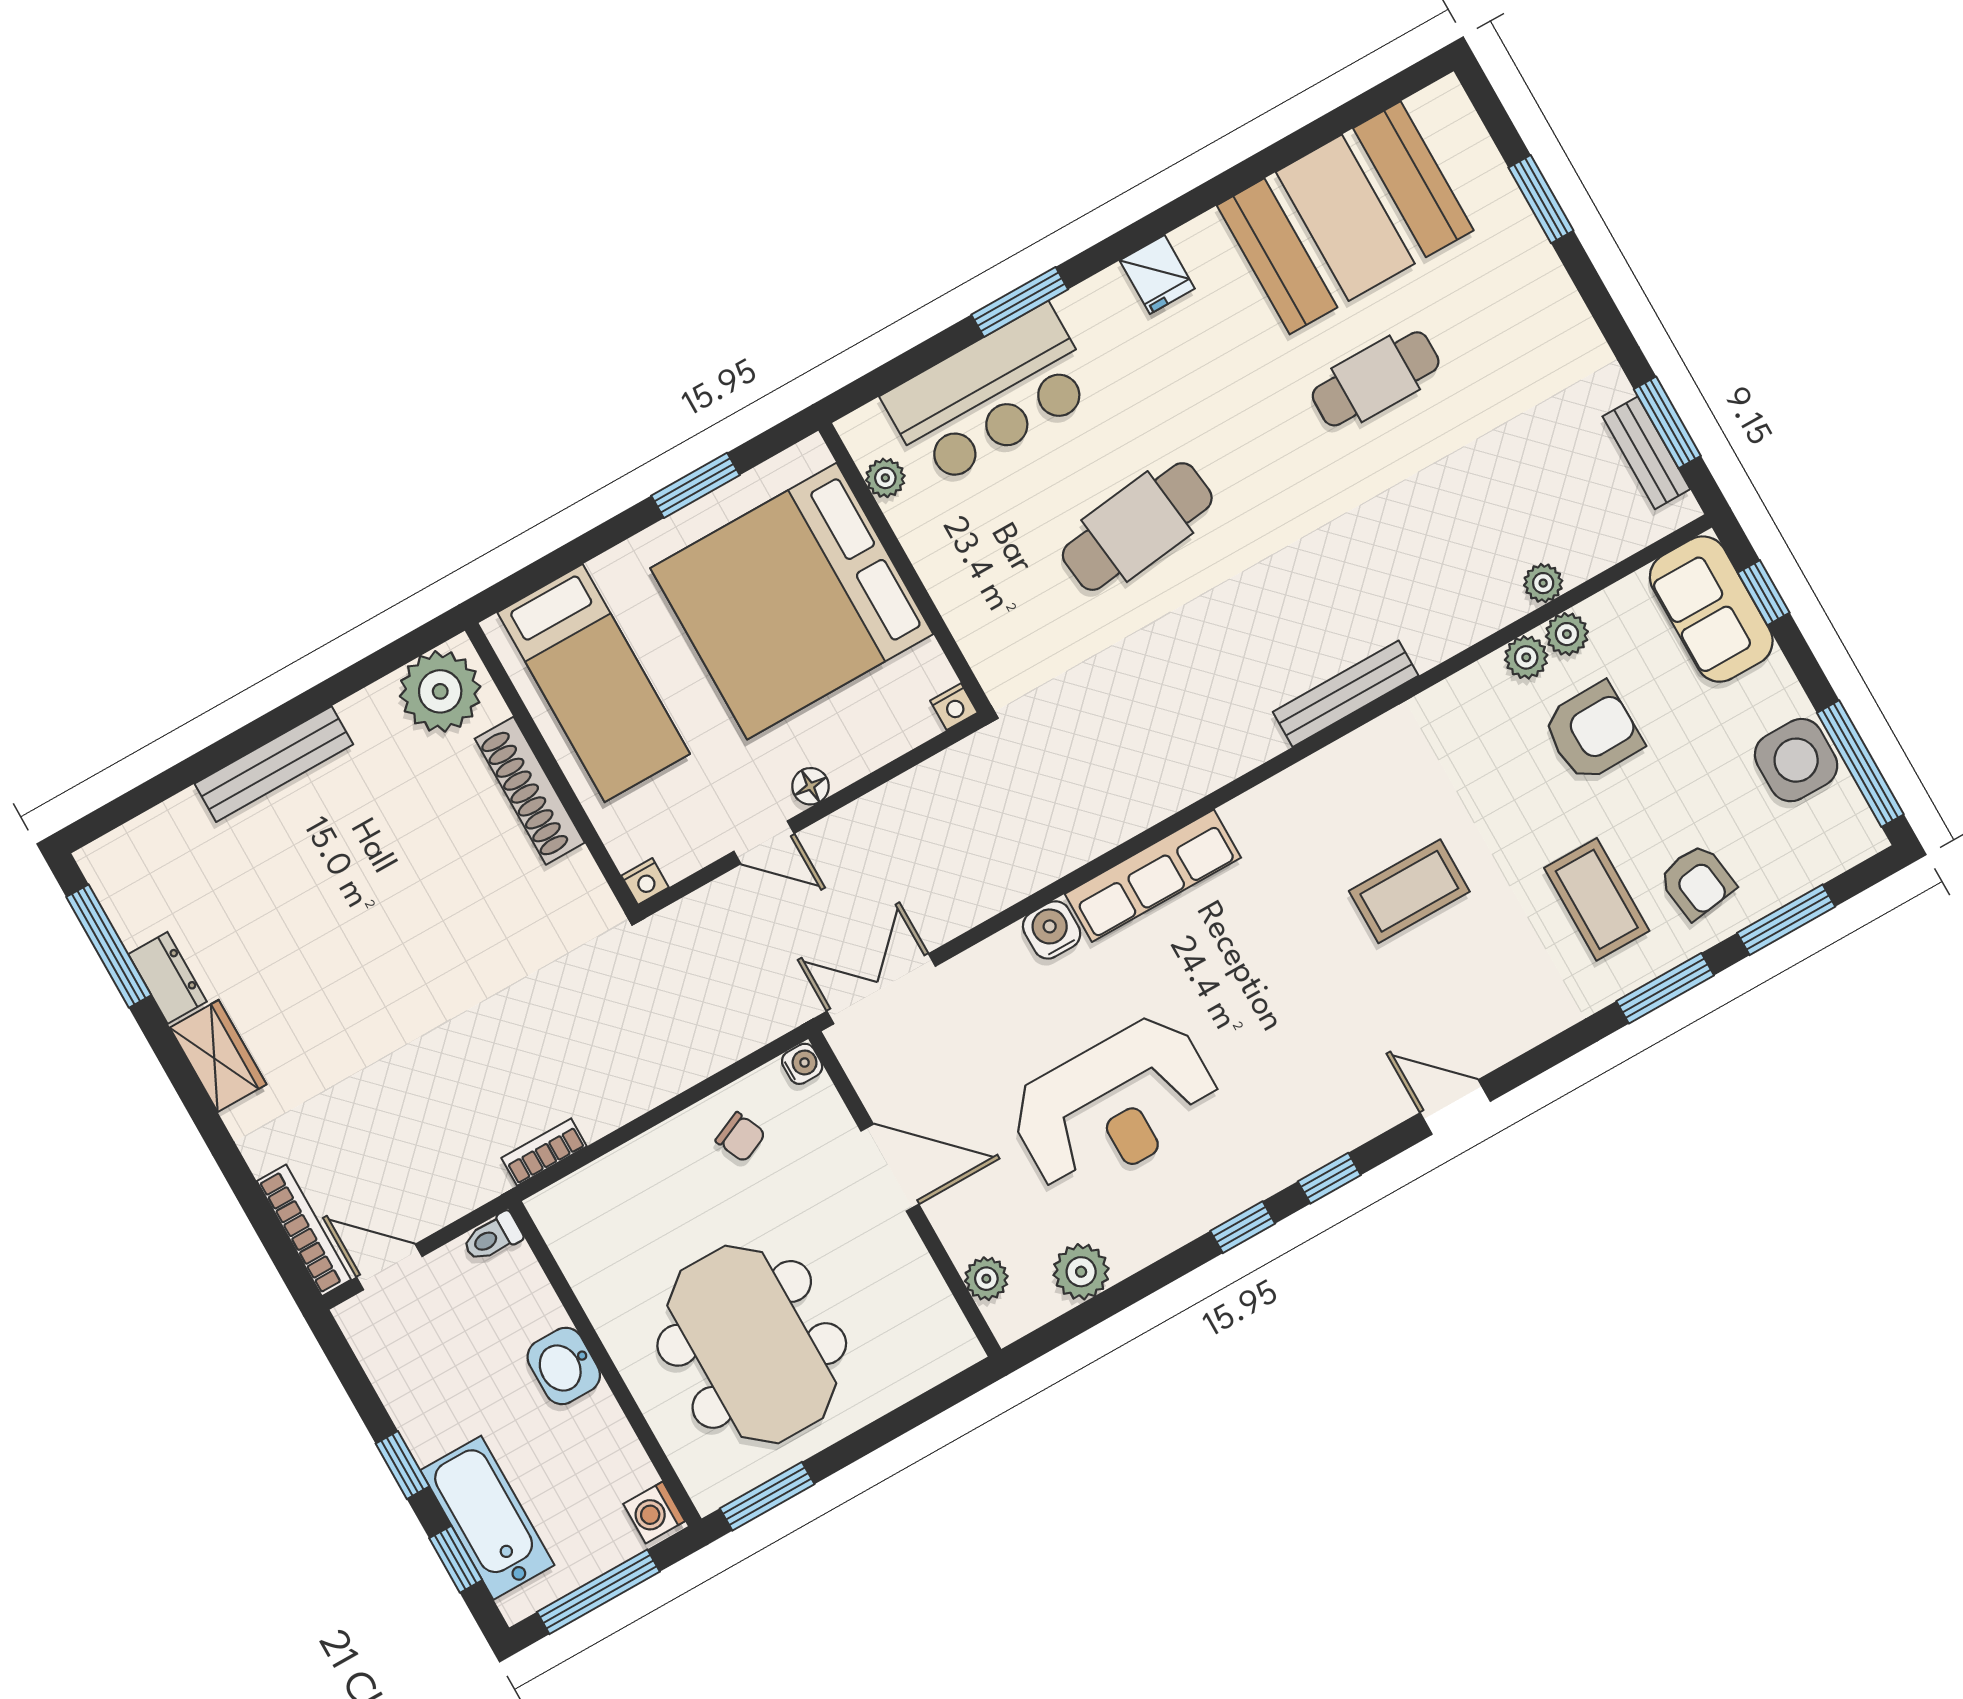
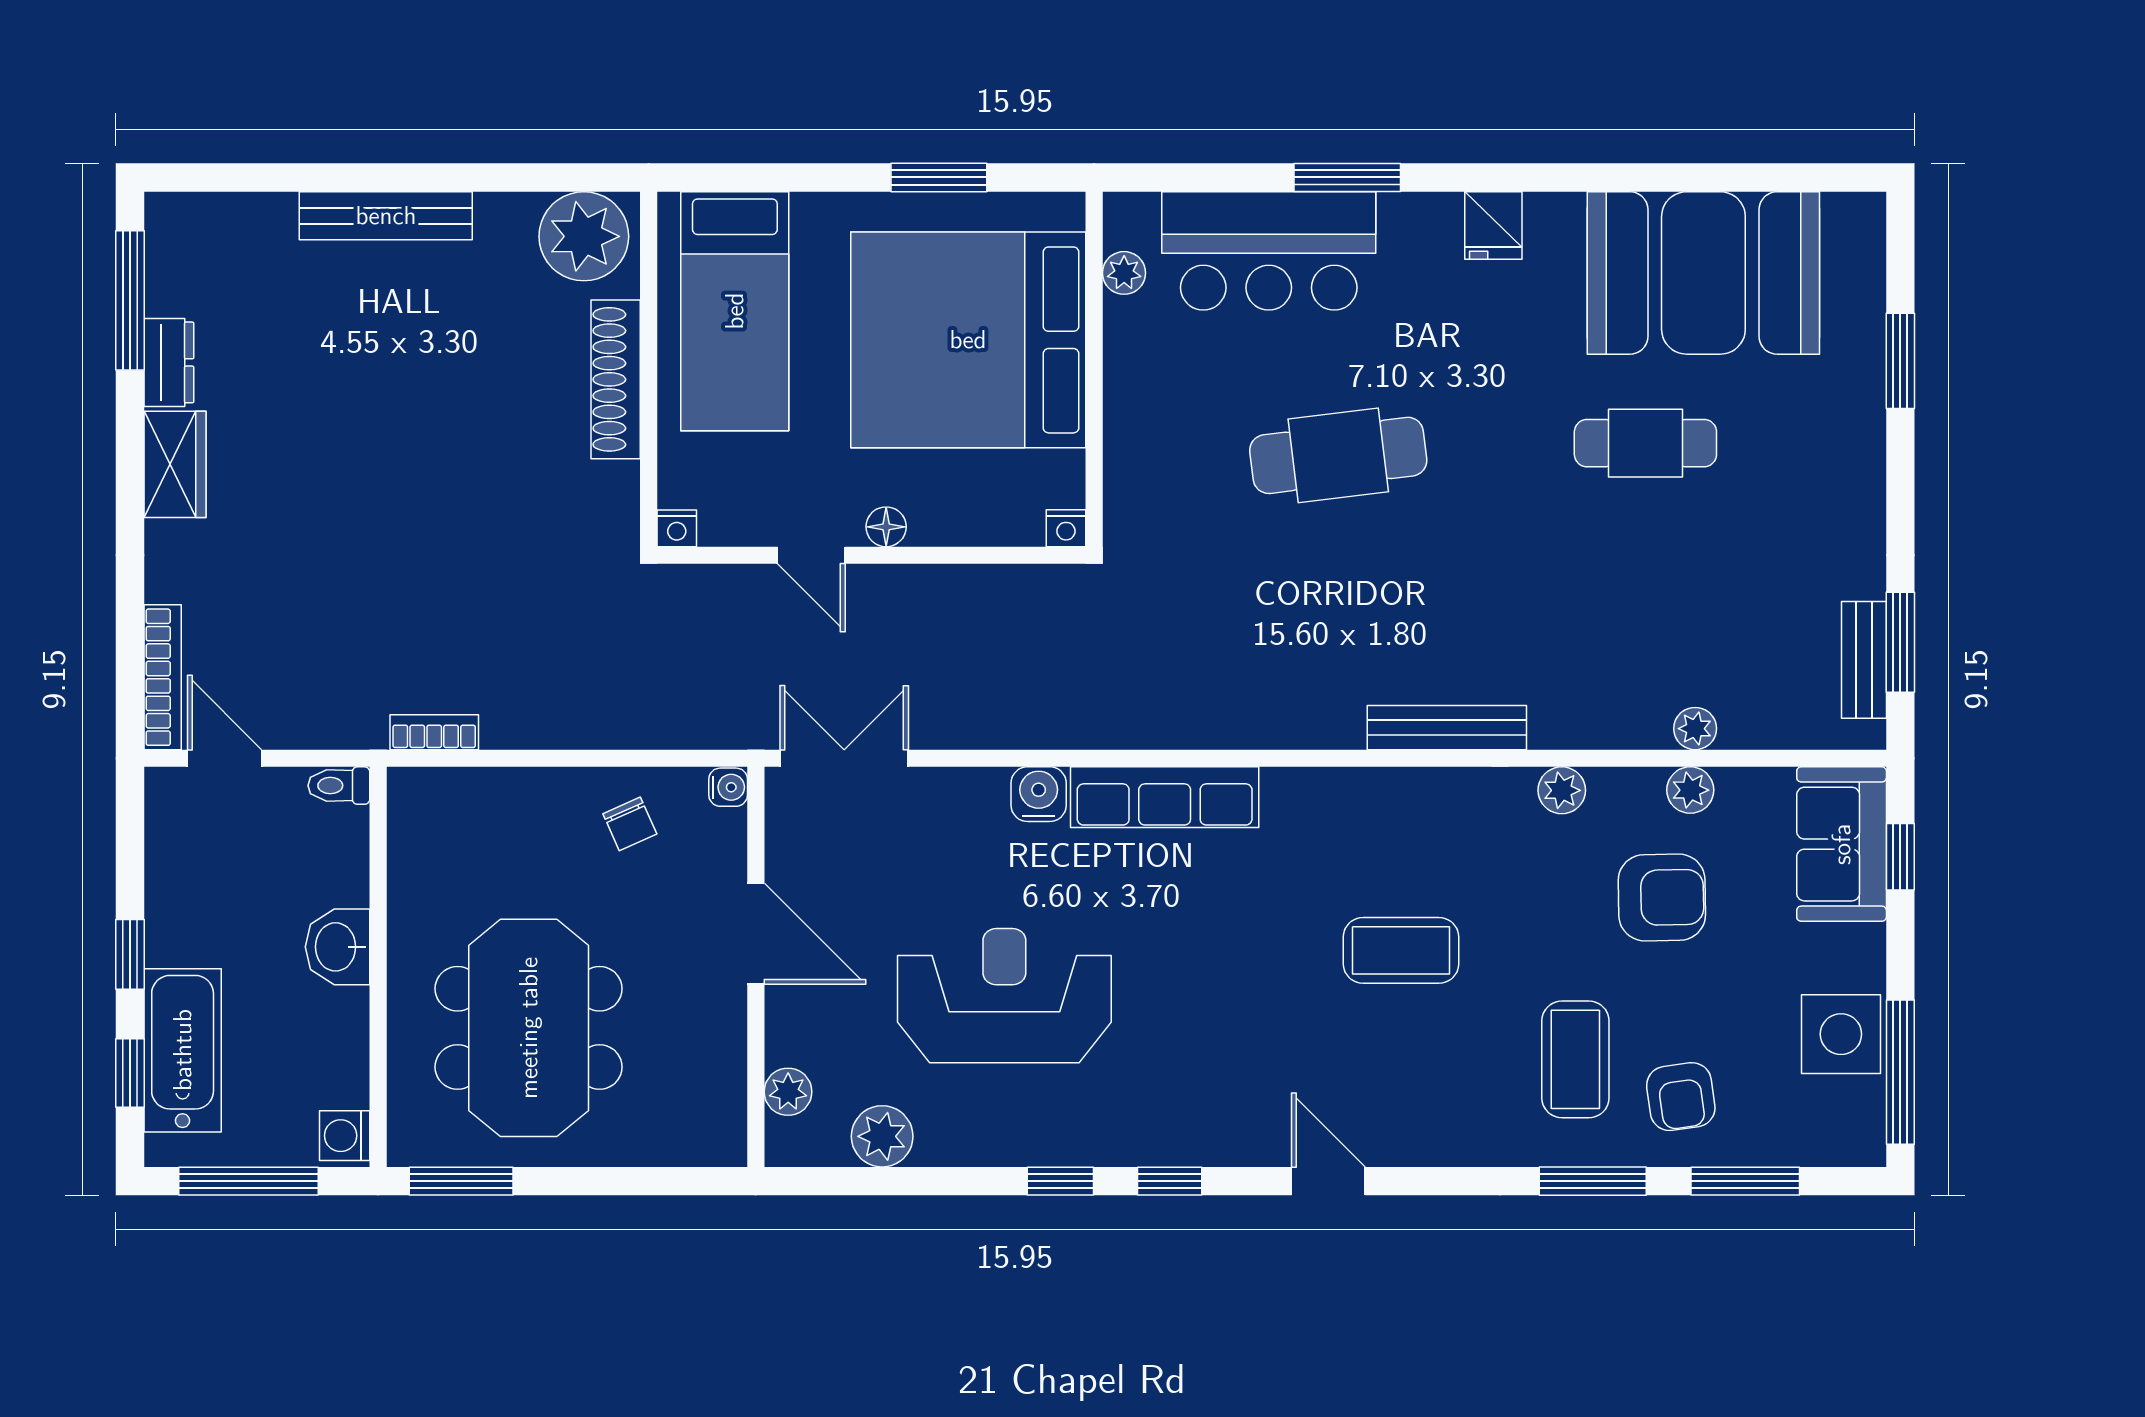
plant: (1526, 657) -> (1562, 790), moved
reception desk: (1115, 1105) -> (1004, 996), turned 180

